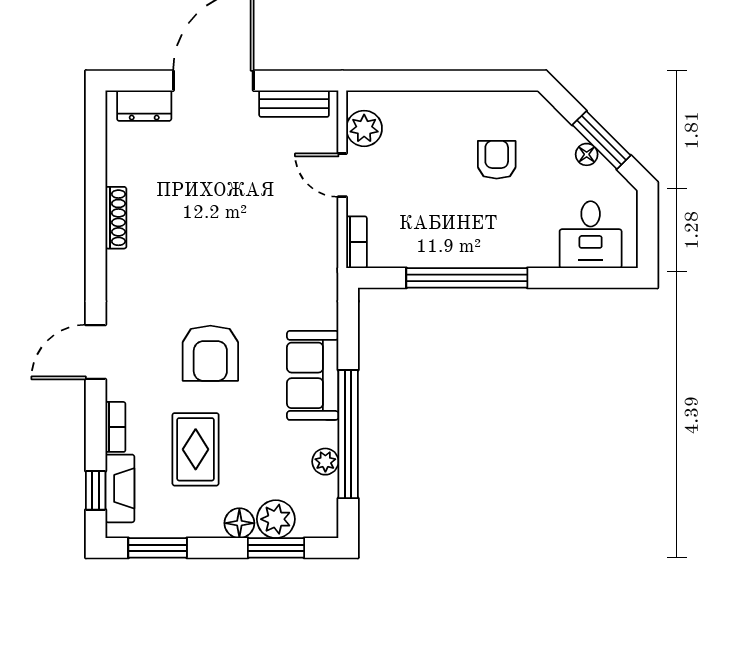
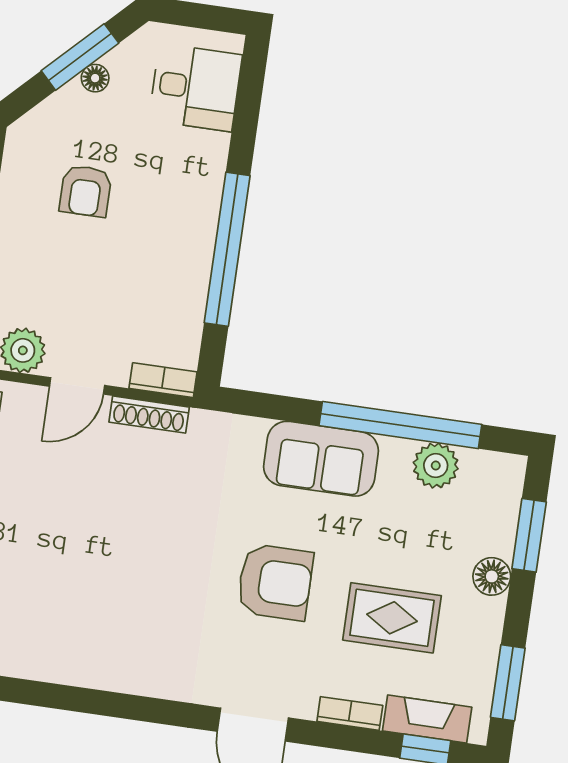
armchair: (497, 160) -> (86, 191), turned -90
shoe rack: (116, 218) -> (149, 415), moved, turned 180
plant: (325, 462) -> (436, 466), width x1.38, depth x1.38
plant: (276, 519) -> (493, 530), removed

